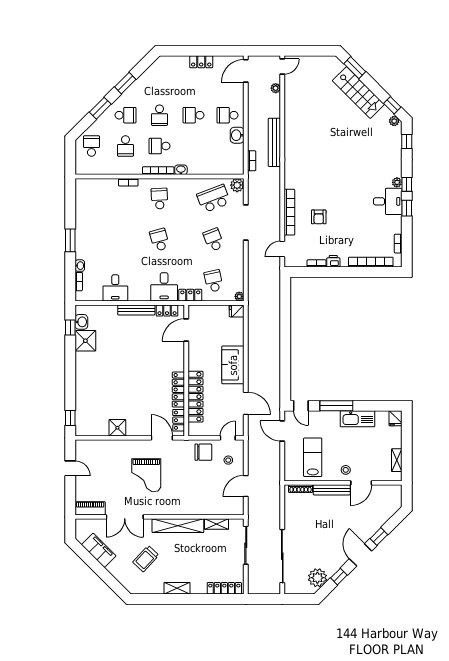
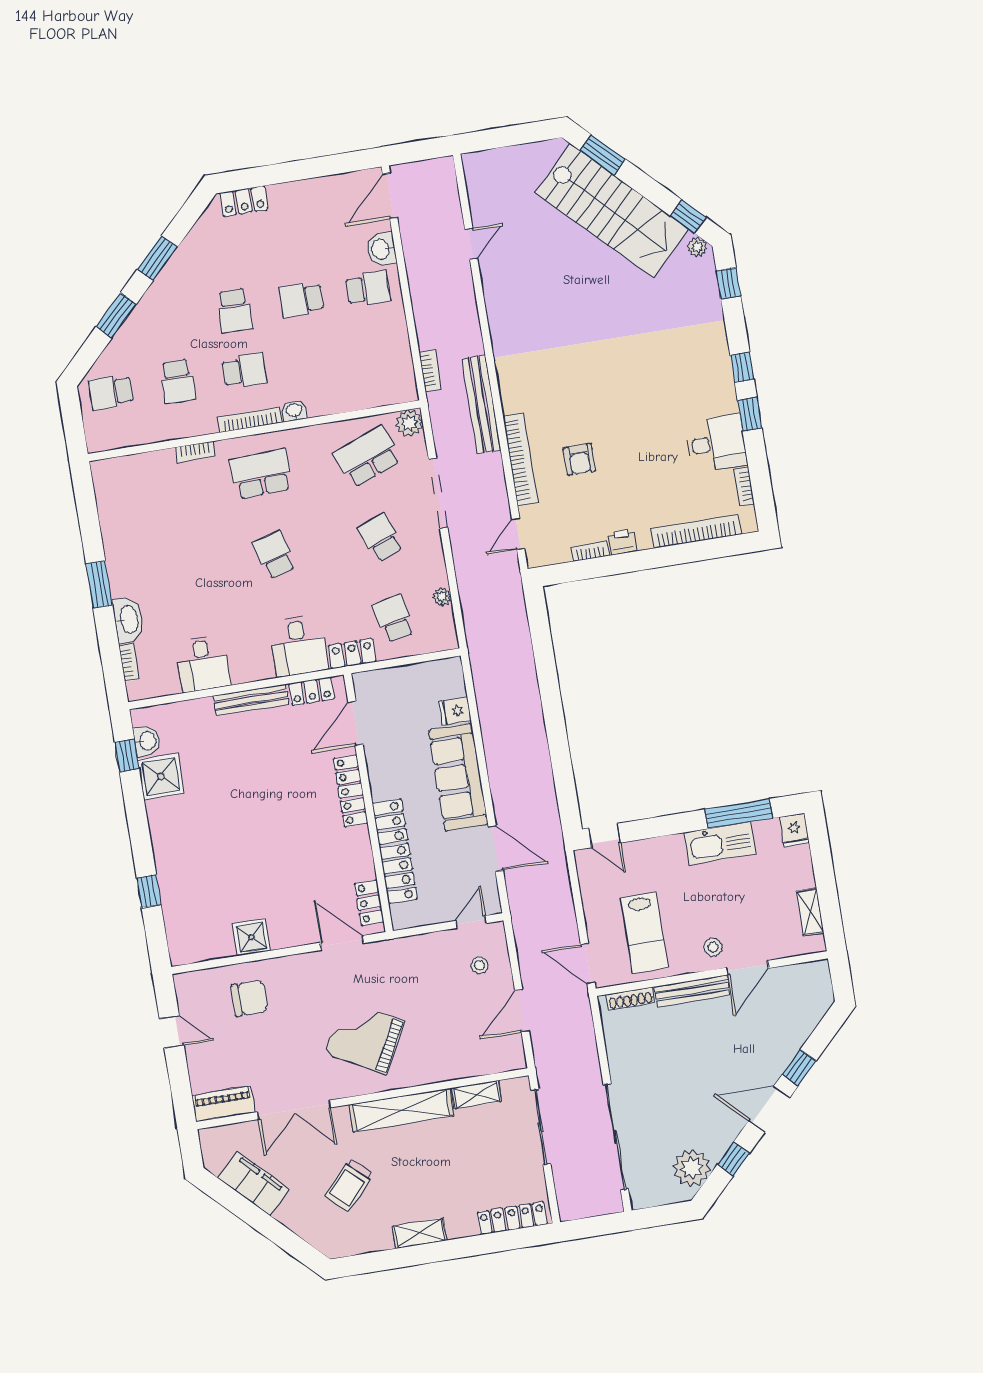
locker: (201, 62) -> (244, 201), moved
door: (282, 66) -> (471, 244), moved
plant: (276, 88) -> (454, 220), removed
stairs: (358, 93) -> (612, 211), width x1.36, depth x1.51
school desk: (125, 115) -> (168, 321), removed
school desk: (228, 115) -> (368, 289), turned 180
washbasin: (237, 135) -> (381, 249), moved
bench: (274, 142) -> (481, 404), moved
school desk: (91, 146) -> (111, 392), turned -90
school desk: (159, 146) -> (244, 371), turned 180
plant: (397, 182) -> (722, 367), removed
school desk: (159, 199) -> (261, 474), width x1.85
desk: (388, 201) -> (716, 443), moved
washbasin: (80, 266) -> (128, 620), width x1.91, depth x1.45
plant: (239, 296) -> (442, 597), moved
fridge: (237, 311) -> (455, 711), moved
sofa: (233, 365) -> (458, 777), width x1.36
locker: (178, 390) -> (351, 791), moved
window: (336, 406) -> (738, 814), moved
window: (70, 418) -> (149, 891), moved
door: (282, 431) -> (588, 963), moved
chair: (203, 452) -> (250, 998), moved
lab bench: (313, 457) -> (644, 933), turned 180
grand piano: (146, 475) -> (364, 1037), moved, turned 118
door: (361, 555) -> (769, 1109), hinge flipped

